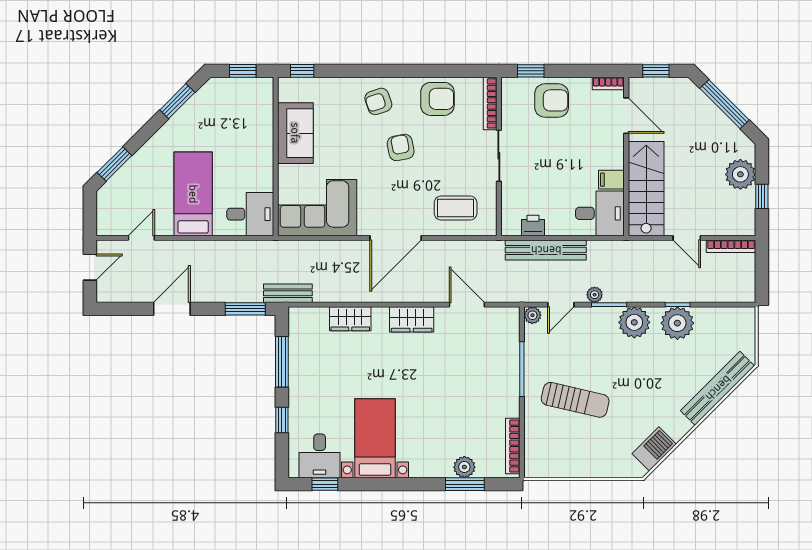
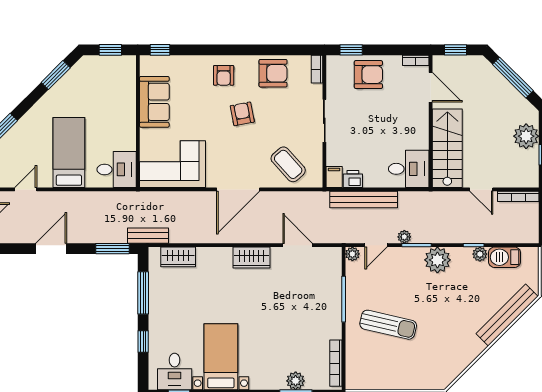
armchair: (378, 101) -> (224, 75), turned -71
bookcase: (490, 103) -> (317, 69), width x0.64
filing cabinet: (611, 180) -> (334, 177), moved, turned 90
coffee table: (456, 208) -> (288, 164), turned 48
wardrobe: (350, 319) -> (178, 257), moved
plant: (677, 323) -> (480, 254), width x0.53, depth x0.53
barbecue: (654, 449) -> (505, 257), moved, turned -135

